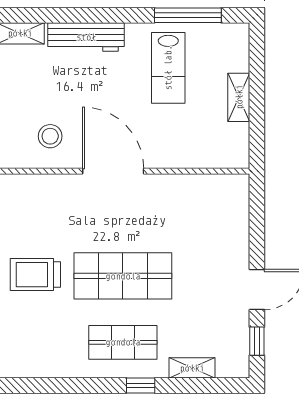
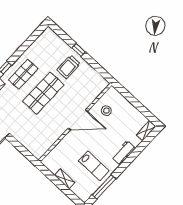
workbench: (86, 37) -> (123, 153), width x0.73
lab bench: (168, 68) -> (94, 166), turned 180
trolley: (35, 275) -> (69, 67), turned 180

